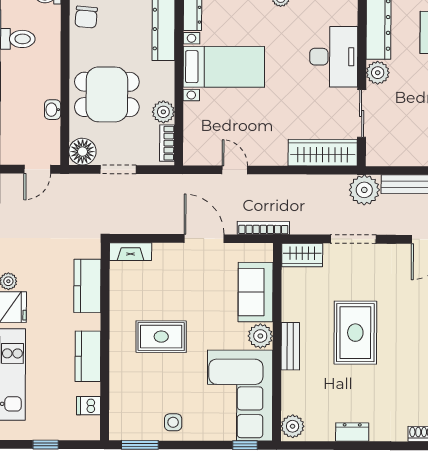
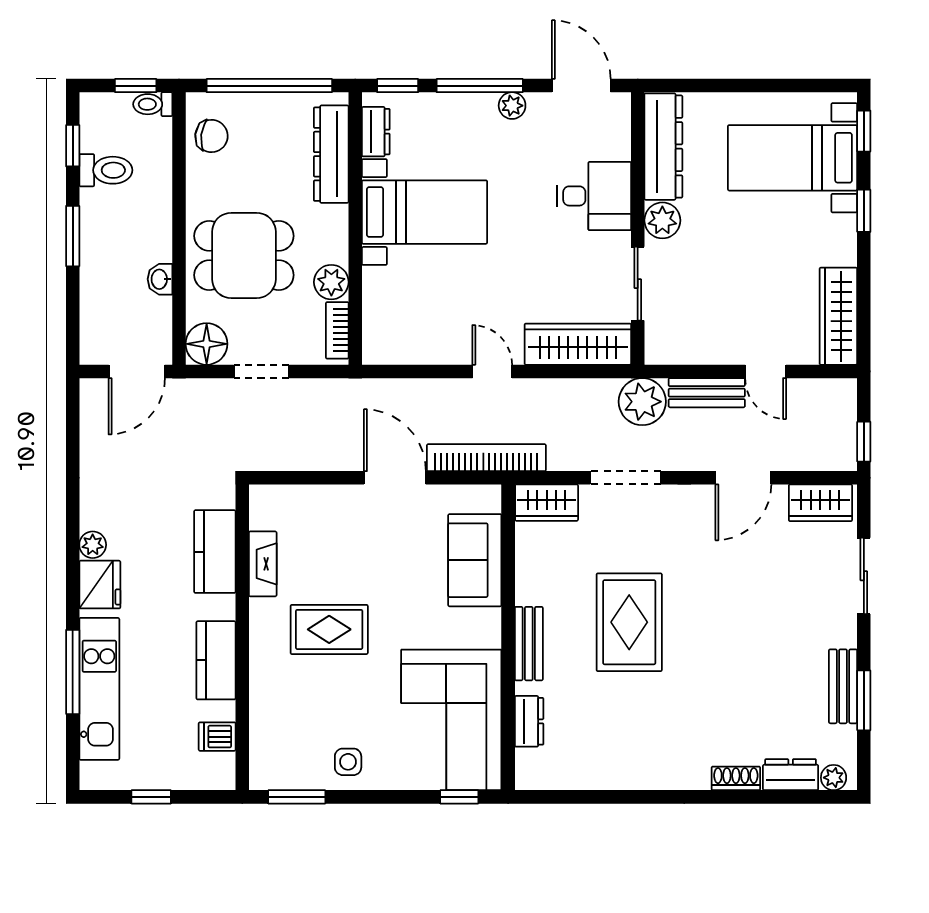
chair: (86, 17) -> (211, 136), turned -88
desk: (334, 57) -> (594, 196), width x0.73
door: (37, 169) -> (137, 371), width x1.38
door: (235, 170) -> (492, 371), moved
bookcase: (263, 228) -> (486, 458), width x1.48, depth x1.31
fireplace: (131, 252) -> (263, 564), moved, turned -90
plant: (260, 336) -> (482, 628), removed
plant: (293, 426) -> (533, 767), removed
dresser: (352, 432) -> (529, 721), moved, turned 90

